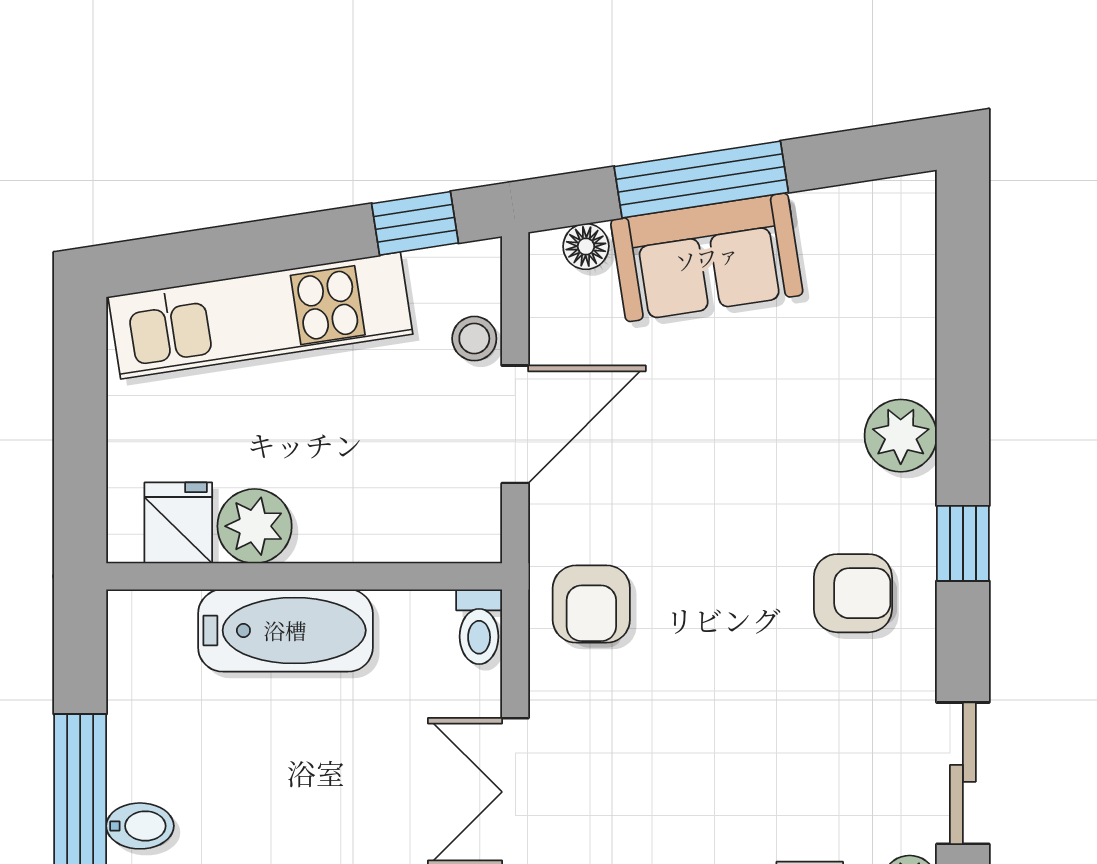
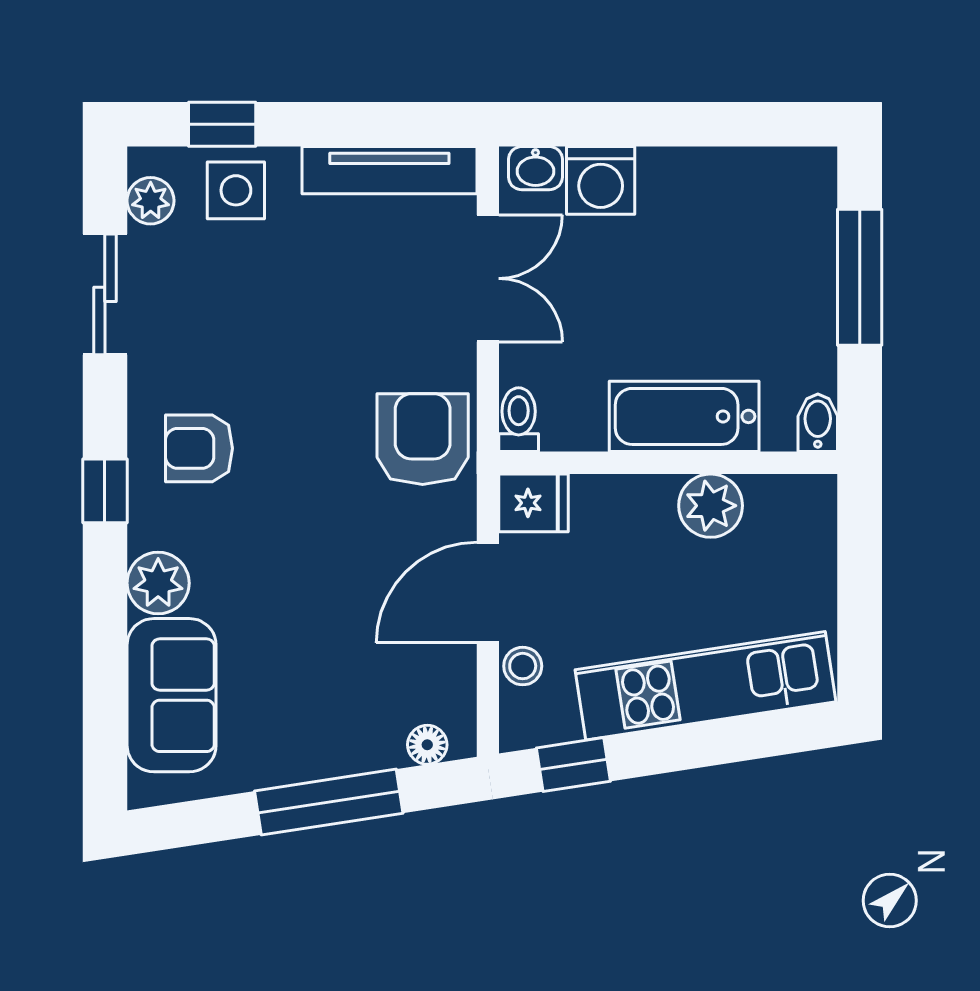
sofa: (707, 257) -> (172, 695), moved, turned 99
fridge: (178, 523) -> (534, 503), moved, turned -90
armchair: (591, 604) -> (423, 439), width x1.38, depth x1.38
bidet: (140, 826) -> (818, 423), moved, turned 90

